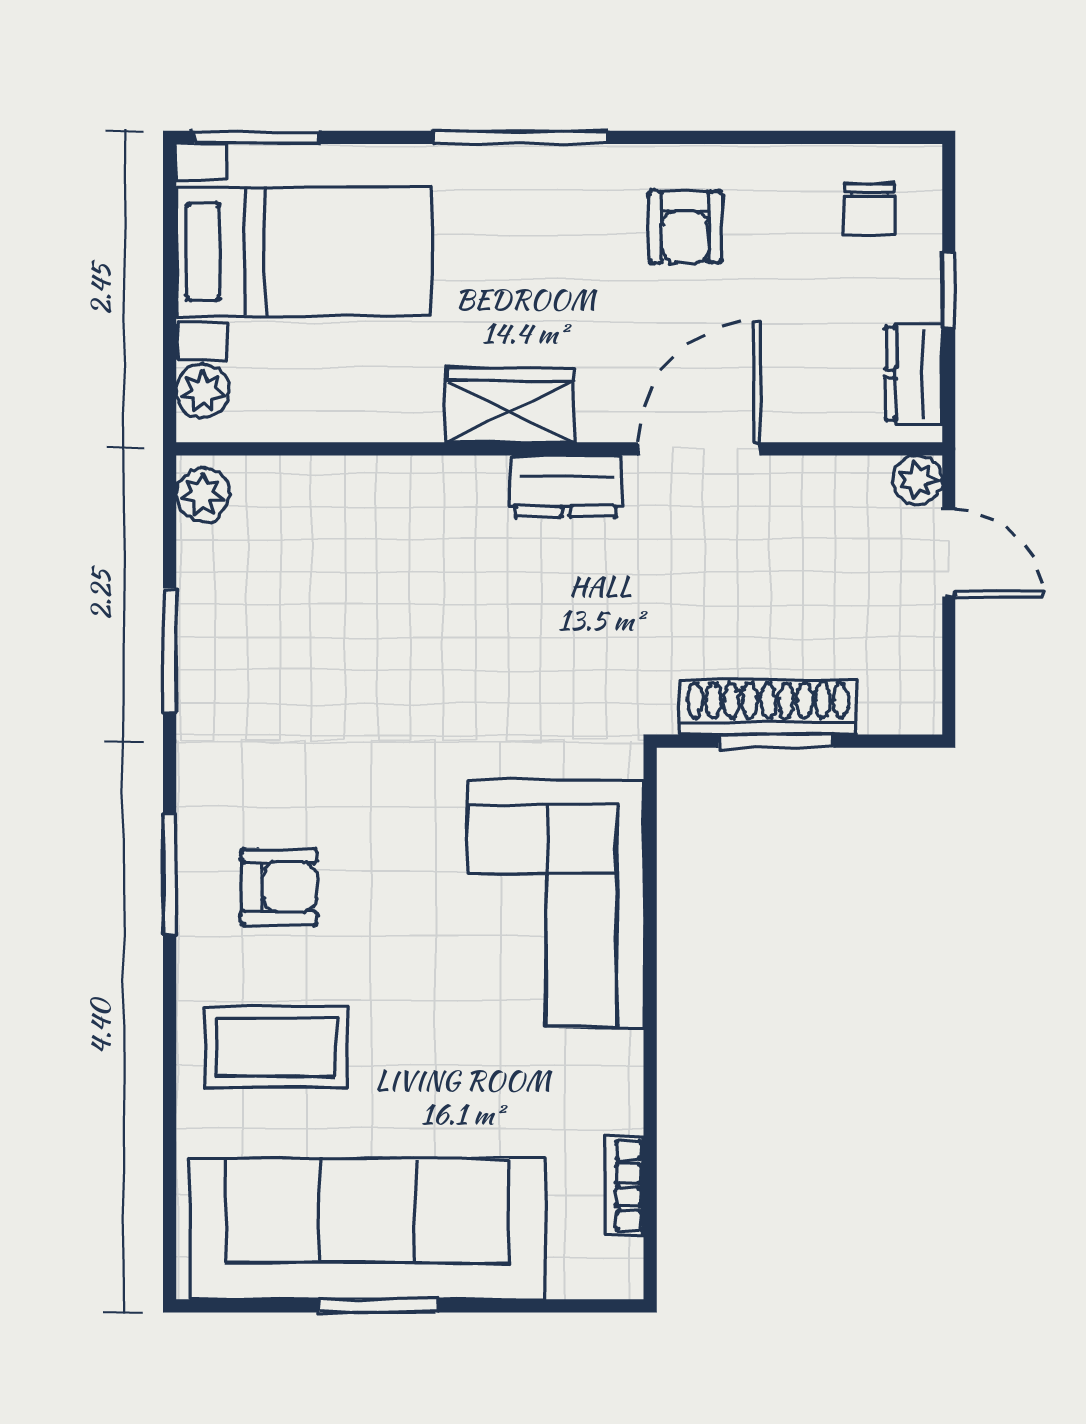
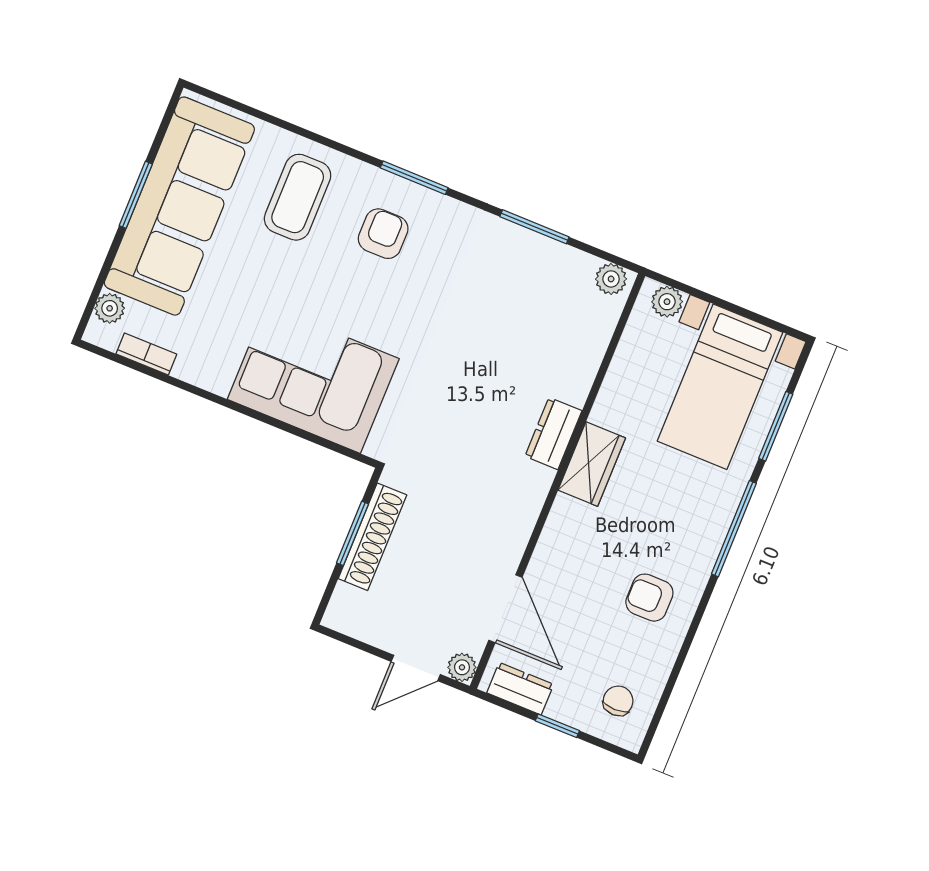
window: (257, 137) -> (776, 426), moved
chair: (870, 210) -> (618, 701), turned 90
door: (699, 449) -> (505, 609), moved
dresser: (566, 486) -> (553, 434), moved
armchair: (279, 887) -> (383, 234), turned 180
plant: (575, 1274) -> (110, 308), added

